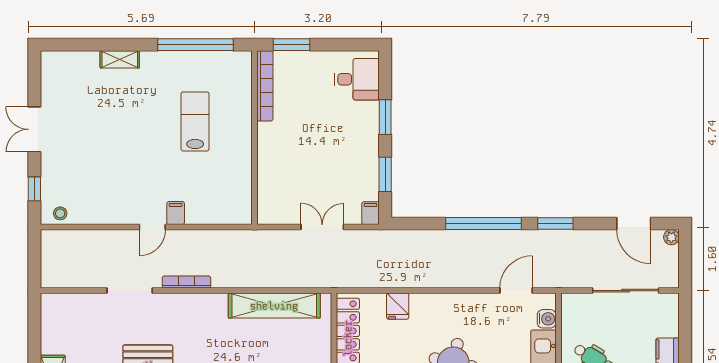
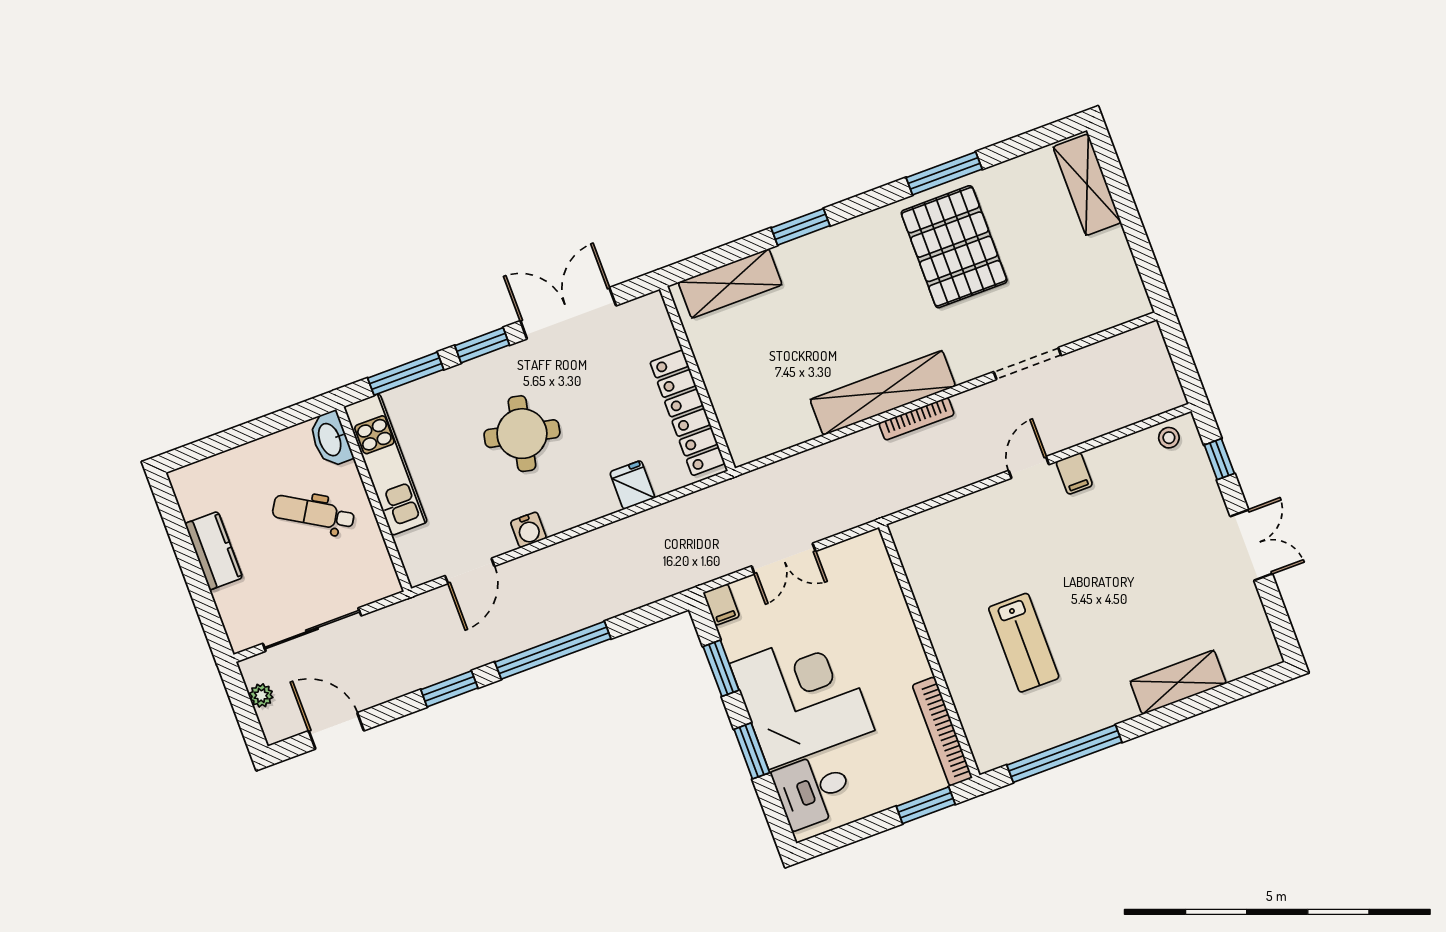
shelving: (120, 59) -> (1178, 682), width x1.50, depth x1.33
corner desk: (342, 139) -> (802, 697), added
filing cabinet: (176, 213) -> (1074, 473), moved
plant: (671, 237) -> (261, 695), moved
bookcase: (186, 282) -> (917, 419), moved
shelving: (274, 306) -> (883, 393), moved
water cooler: (547, 319) -> (528, 530), moved, turned -90

